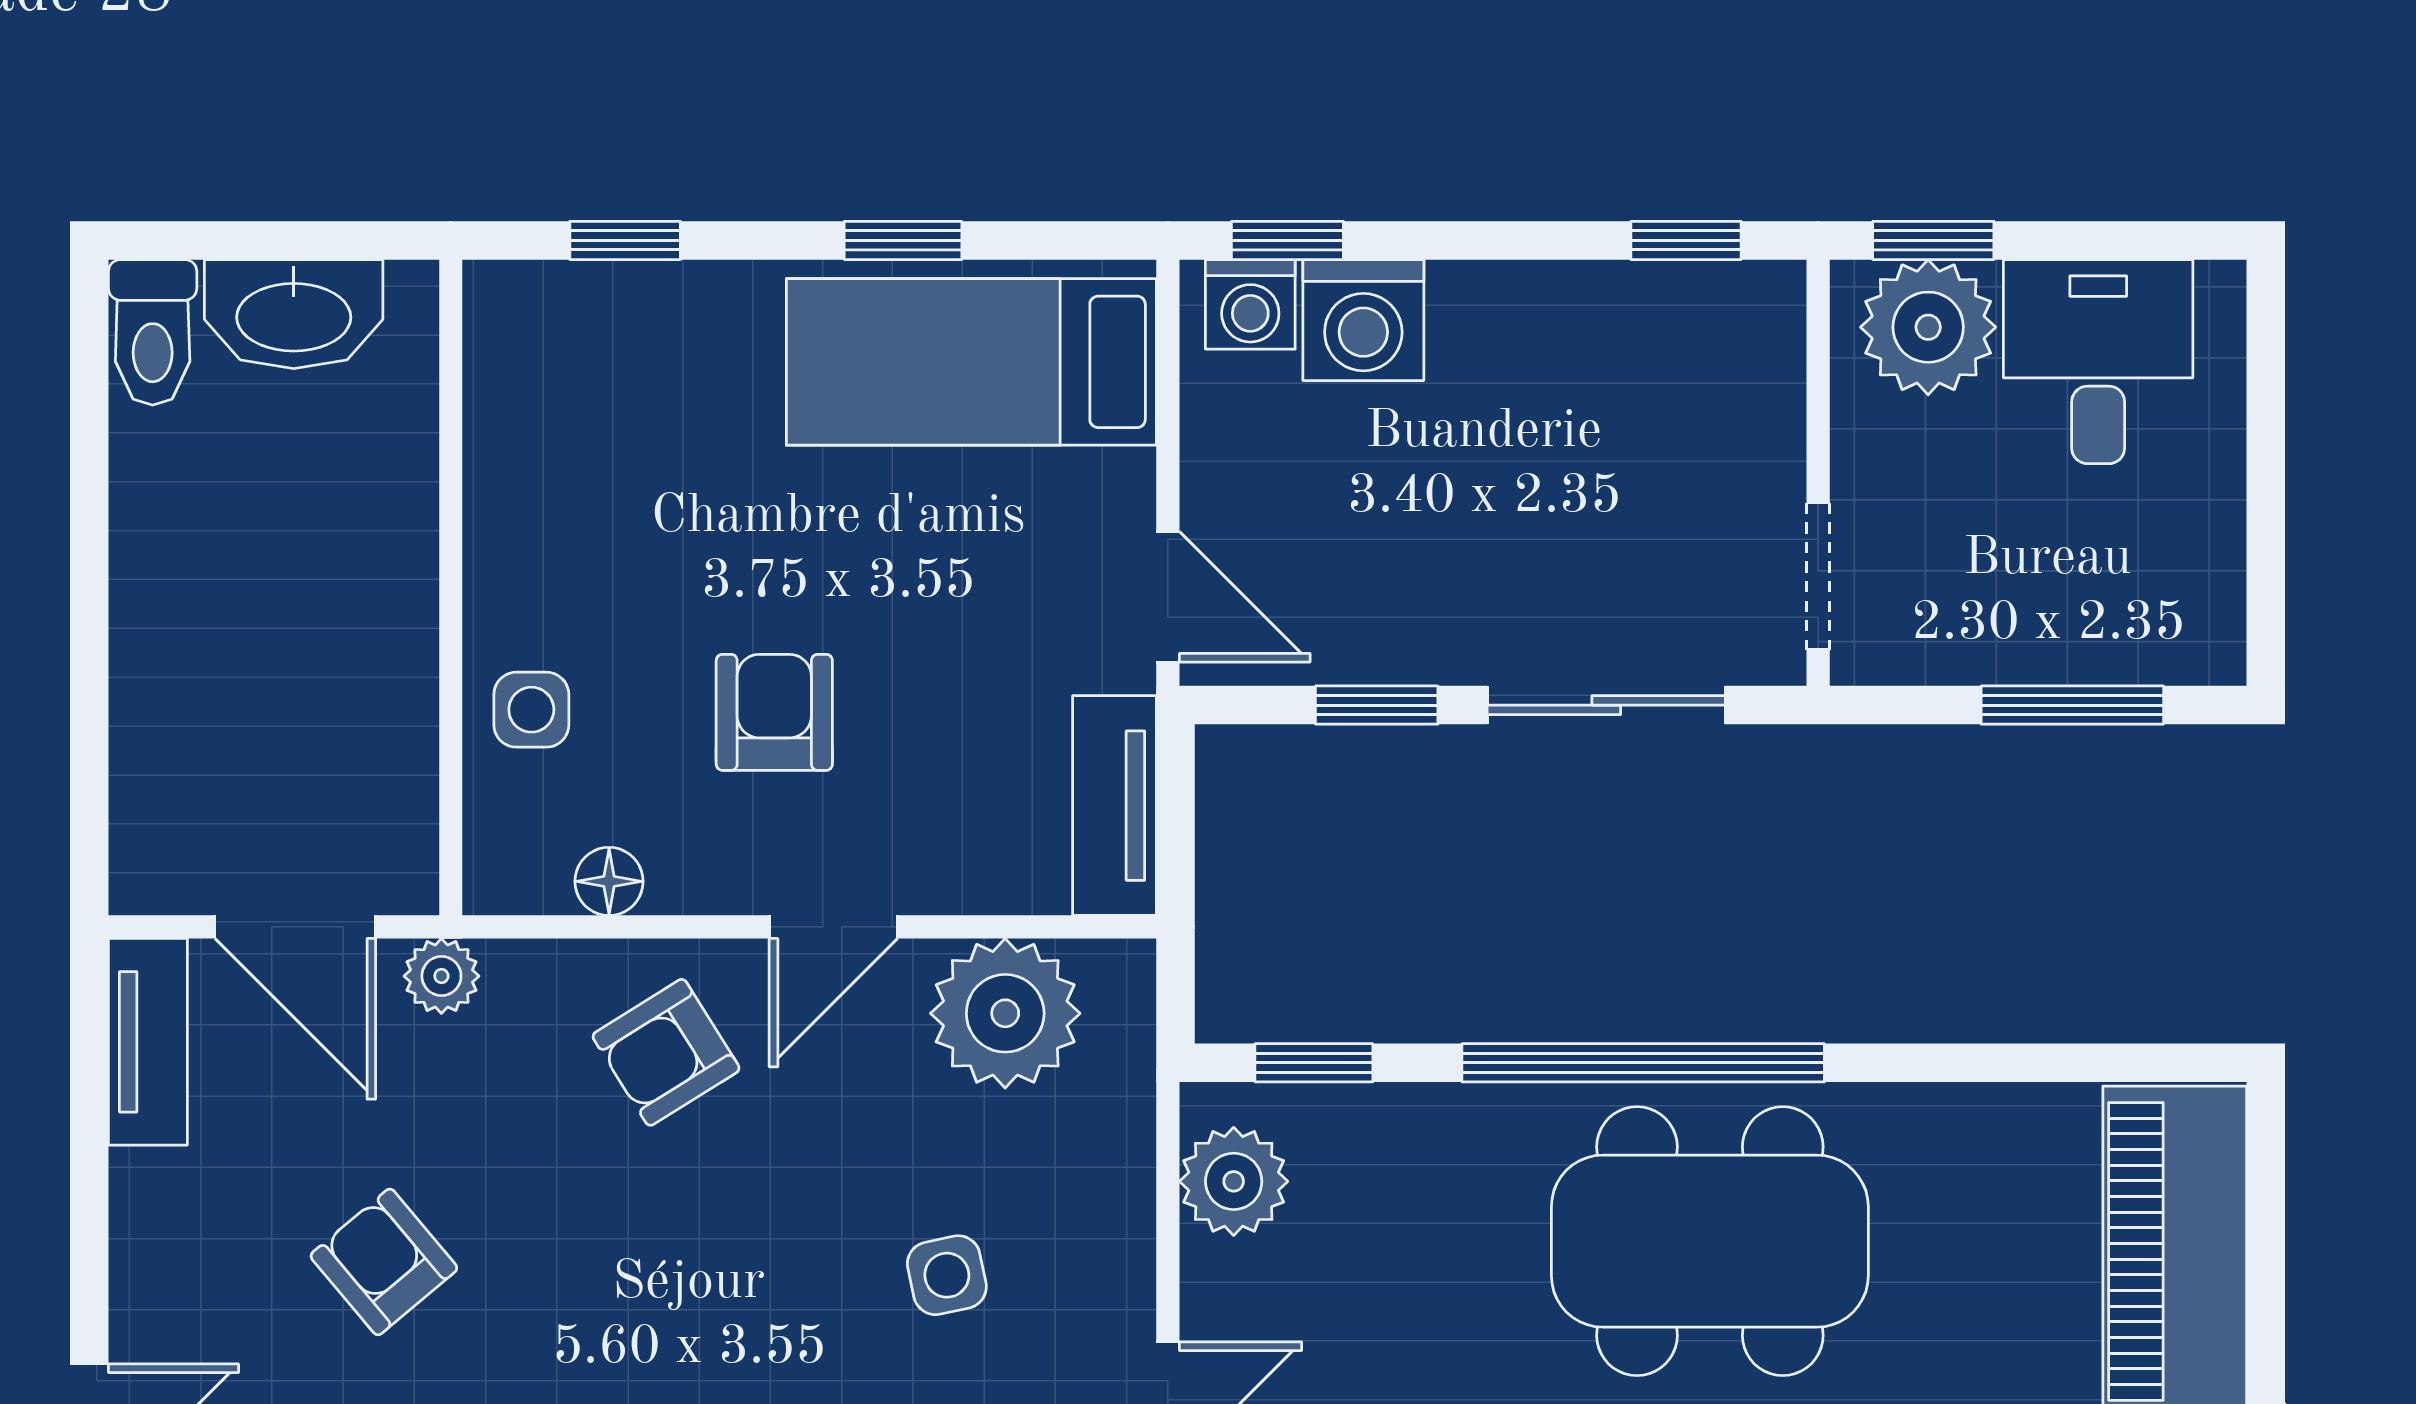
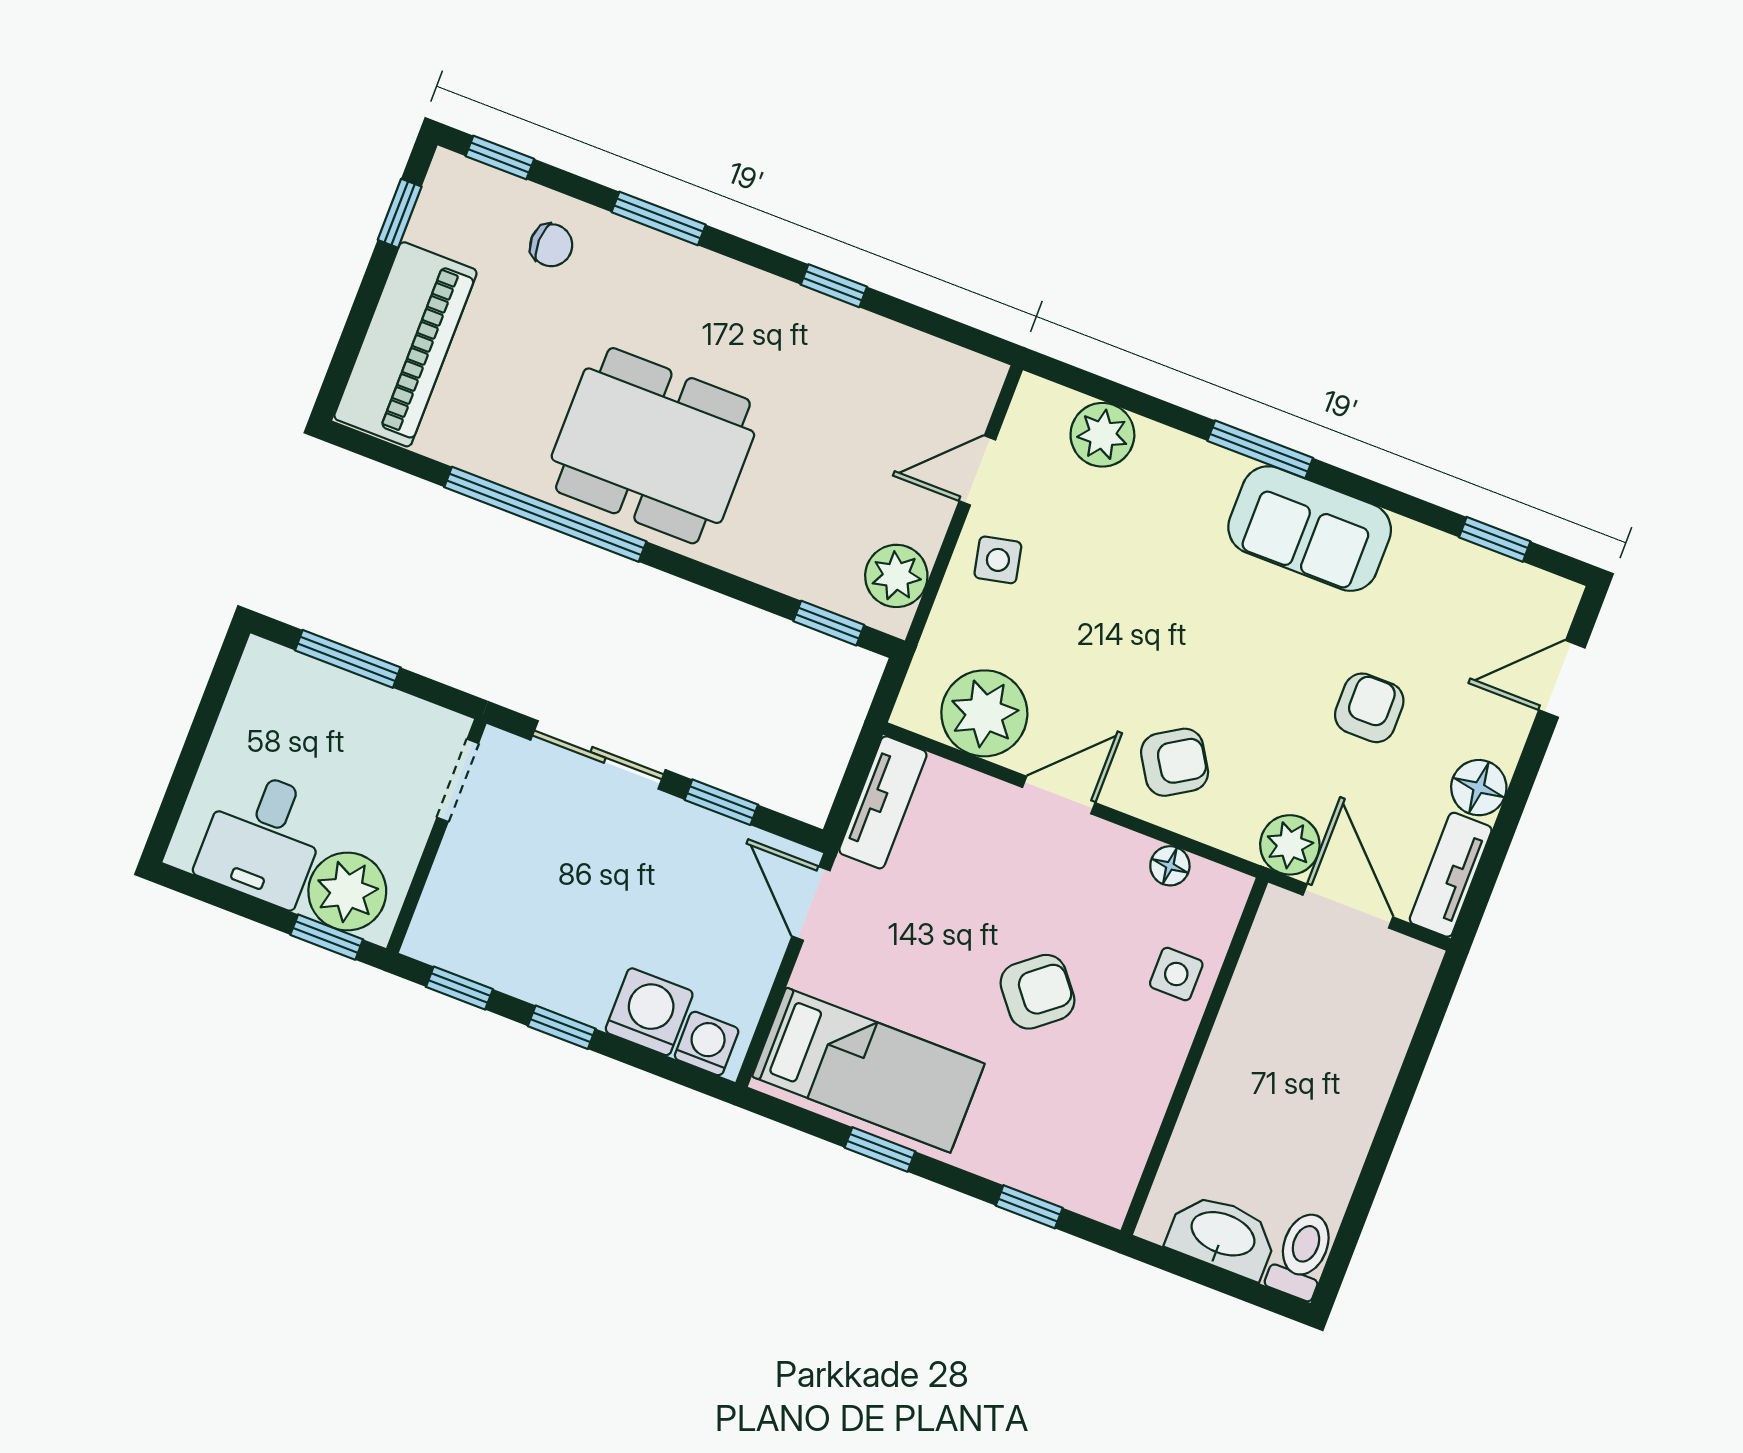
window: (1287, 240) -> (562, 1027), moved
armchair: (774, 712) -> (1037, 992), moved, turned -129
plant: (441, 976) -> (1290, 845), width x1.38, depth x1.38
window: (1643, 1063) -> (545, 514), moved
floor lamp: (156, 1201) -> (1479, 788), added
armchair: (384, 1262) -> (1369, 708), turned -140
side table: (947, 1275) -> (998, 560), moved

